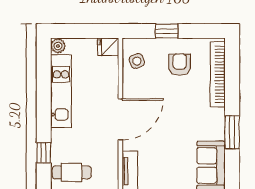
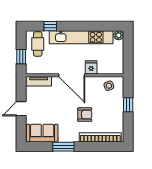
fridge: (108, 47) -> (91, 67), moved
armchair: (180, 65) -> (85, 115), moved
kitchen unit: (61, 91) -> (81, 37), width x1.36

